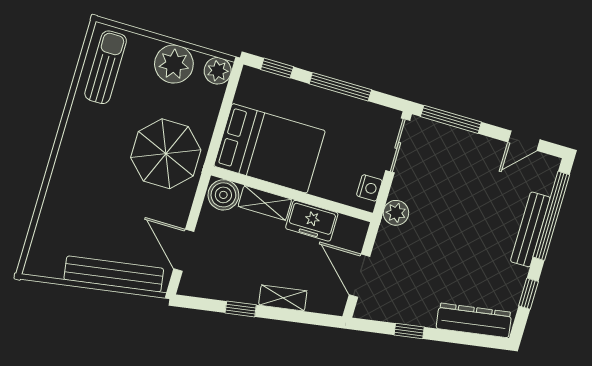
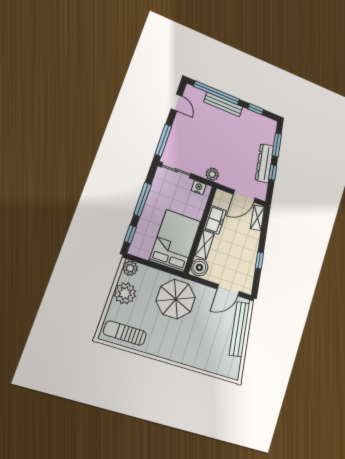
shelving: (283, 298) -> (257, 218), moved
dresser: (474, 320) -> (264, 163), moved
window: (463, 338) -> (277, 145), added

